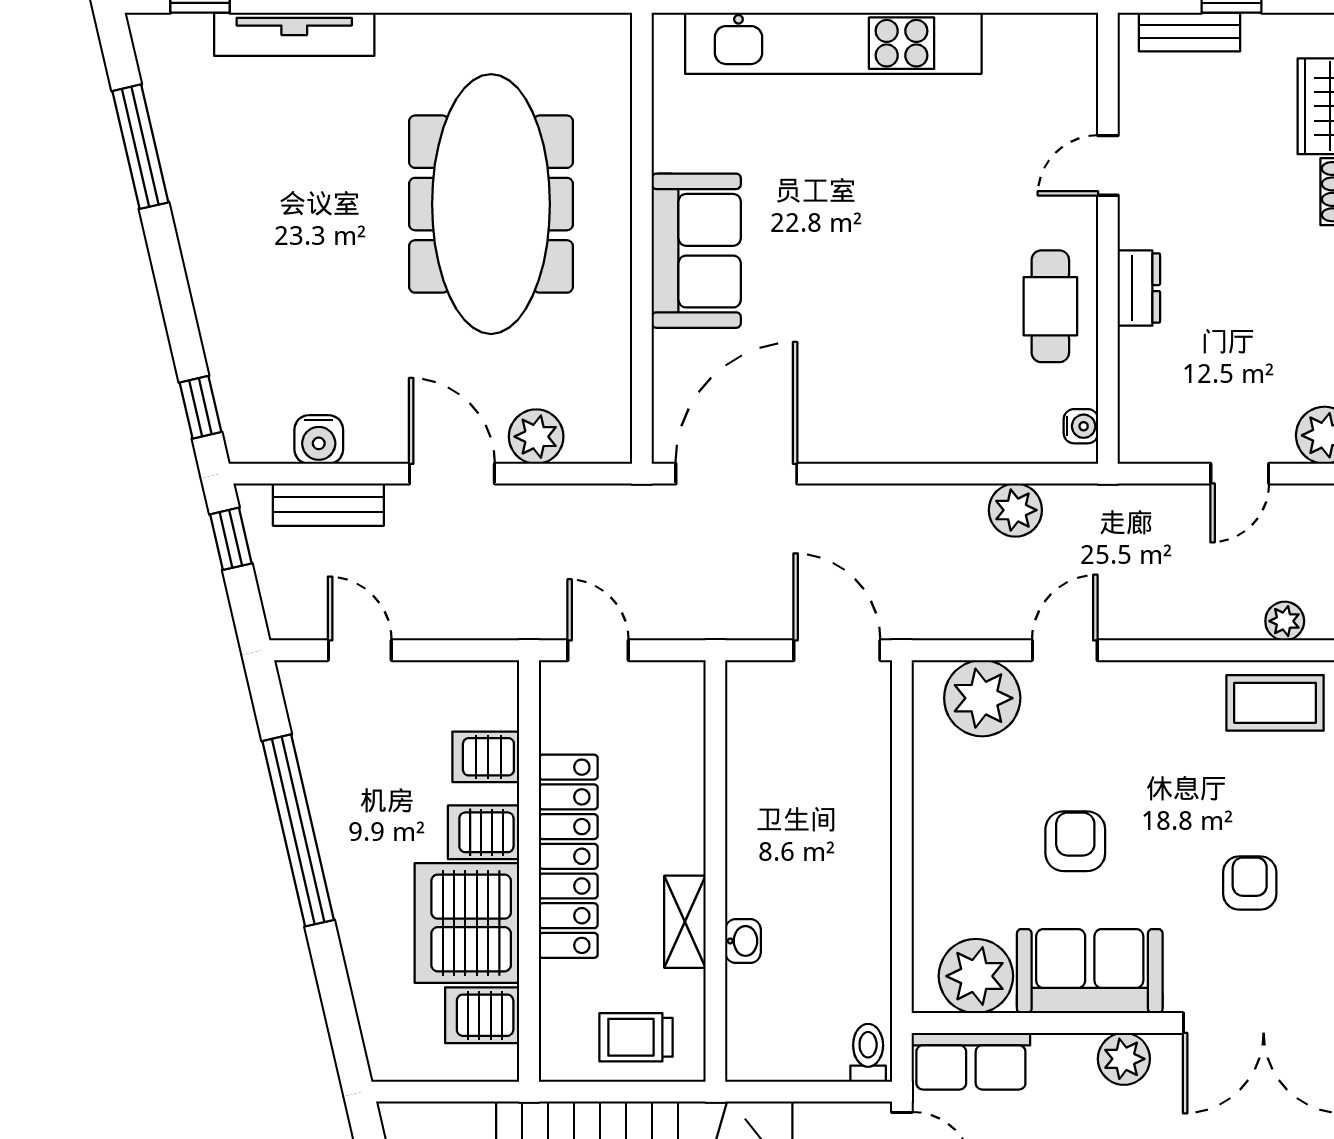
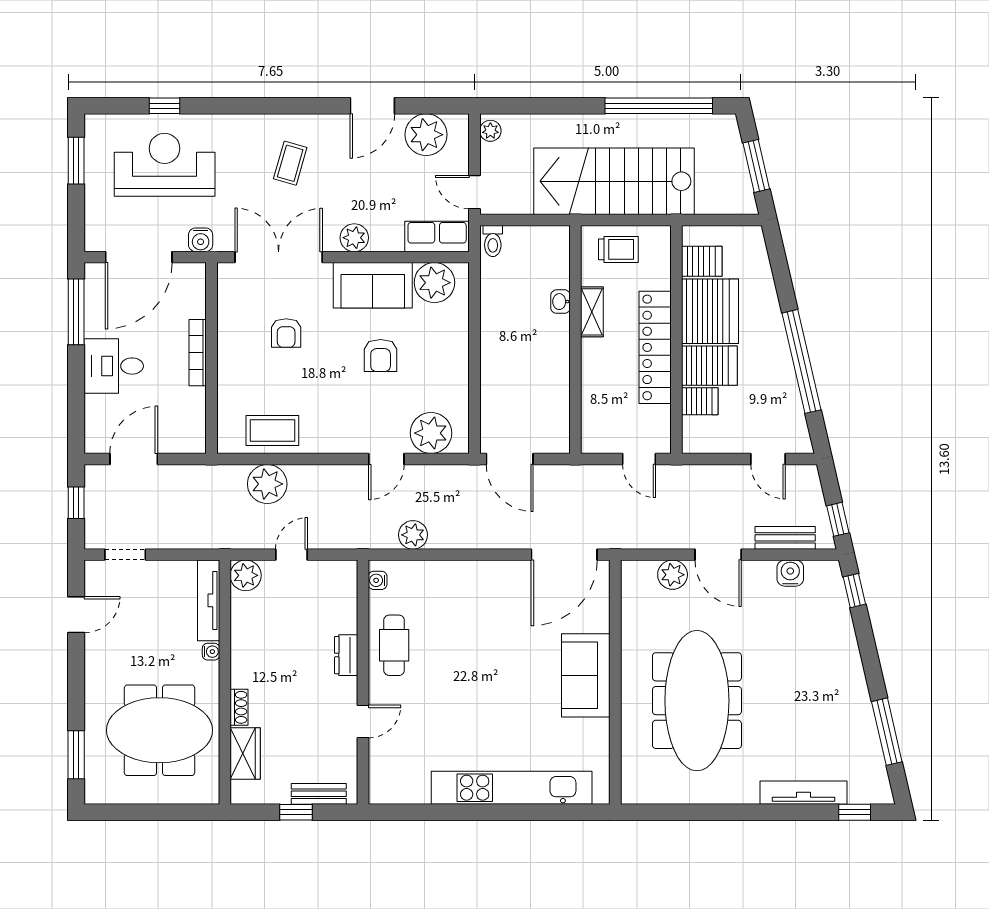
plant: (1285, 621) -> (267, 484), width x1.88, depth x1.88
server rack: (484, 832) -> (709, 366), width x1.36, depth x1.44

